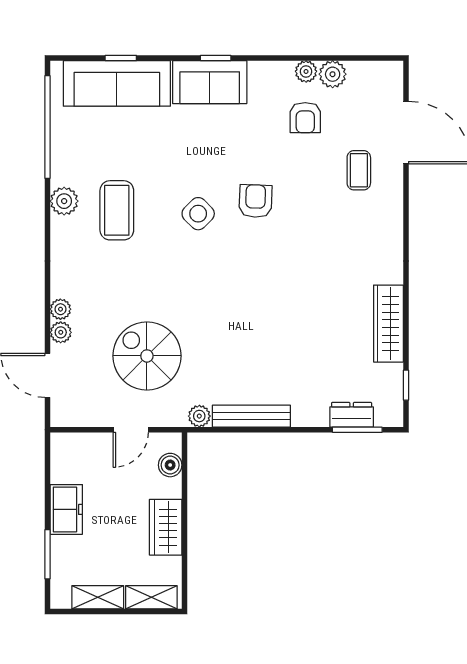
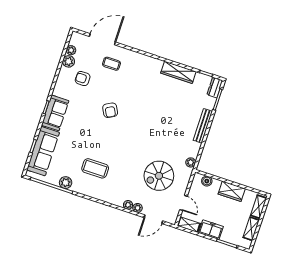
plant: (306, 71) -> (71, 50), moved
armchair: (305, 118) -> (83, 79), turned 180
plant: (64, 201) -> (66, 183), moved
armchair: (255, 201) -> (110, 110), turned -120
side table: (198, 214) -> (108, 135), removed
dresser: (352, 415) -> (215, 88), moved
bench: (251, 416) -> (203, 126), moved
door: (131, 430) -> (183, 203), moved
shelving: (61, 457) -> (189, 225), added

